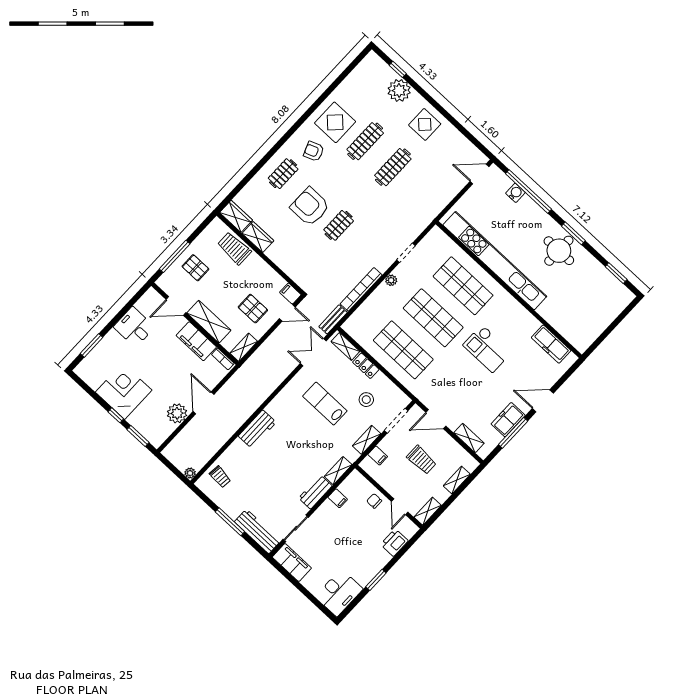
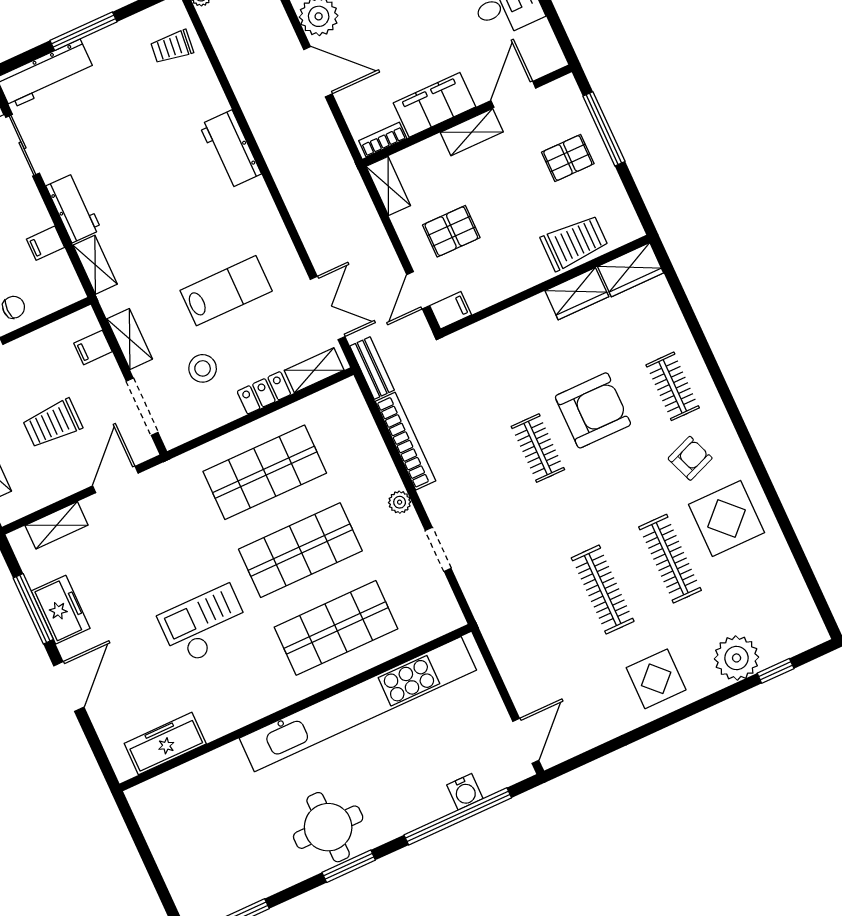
shelving: (209, 322) -> (472, 132), width x0.67, depth x0.75

